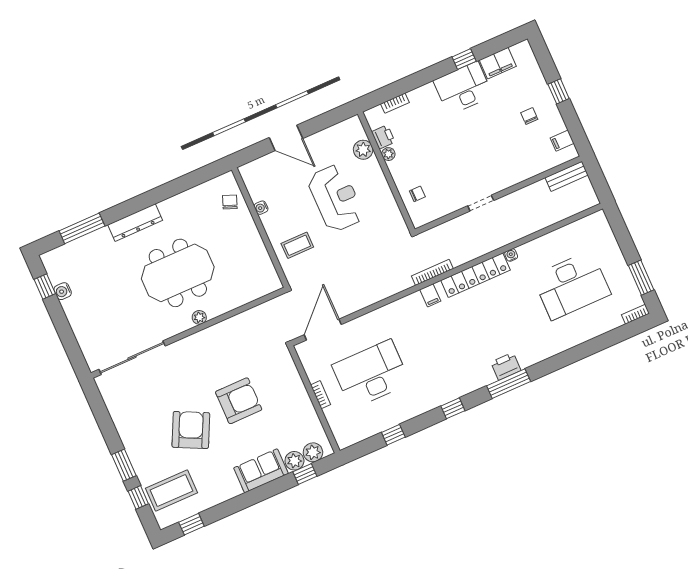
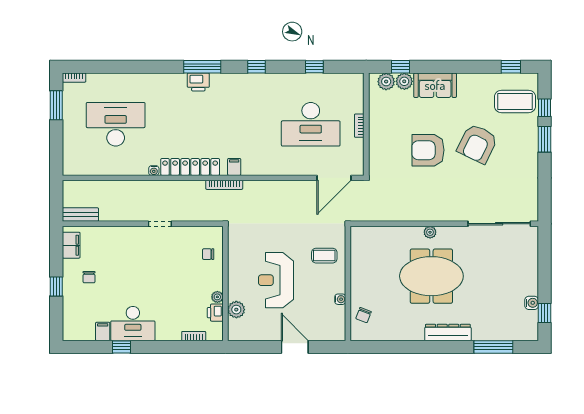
filing cabinet: (498, 63) -> (103, 331), width x0.50
filing cabinet: (562, 141) -> (71, 245), width x2.00

